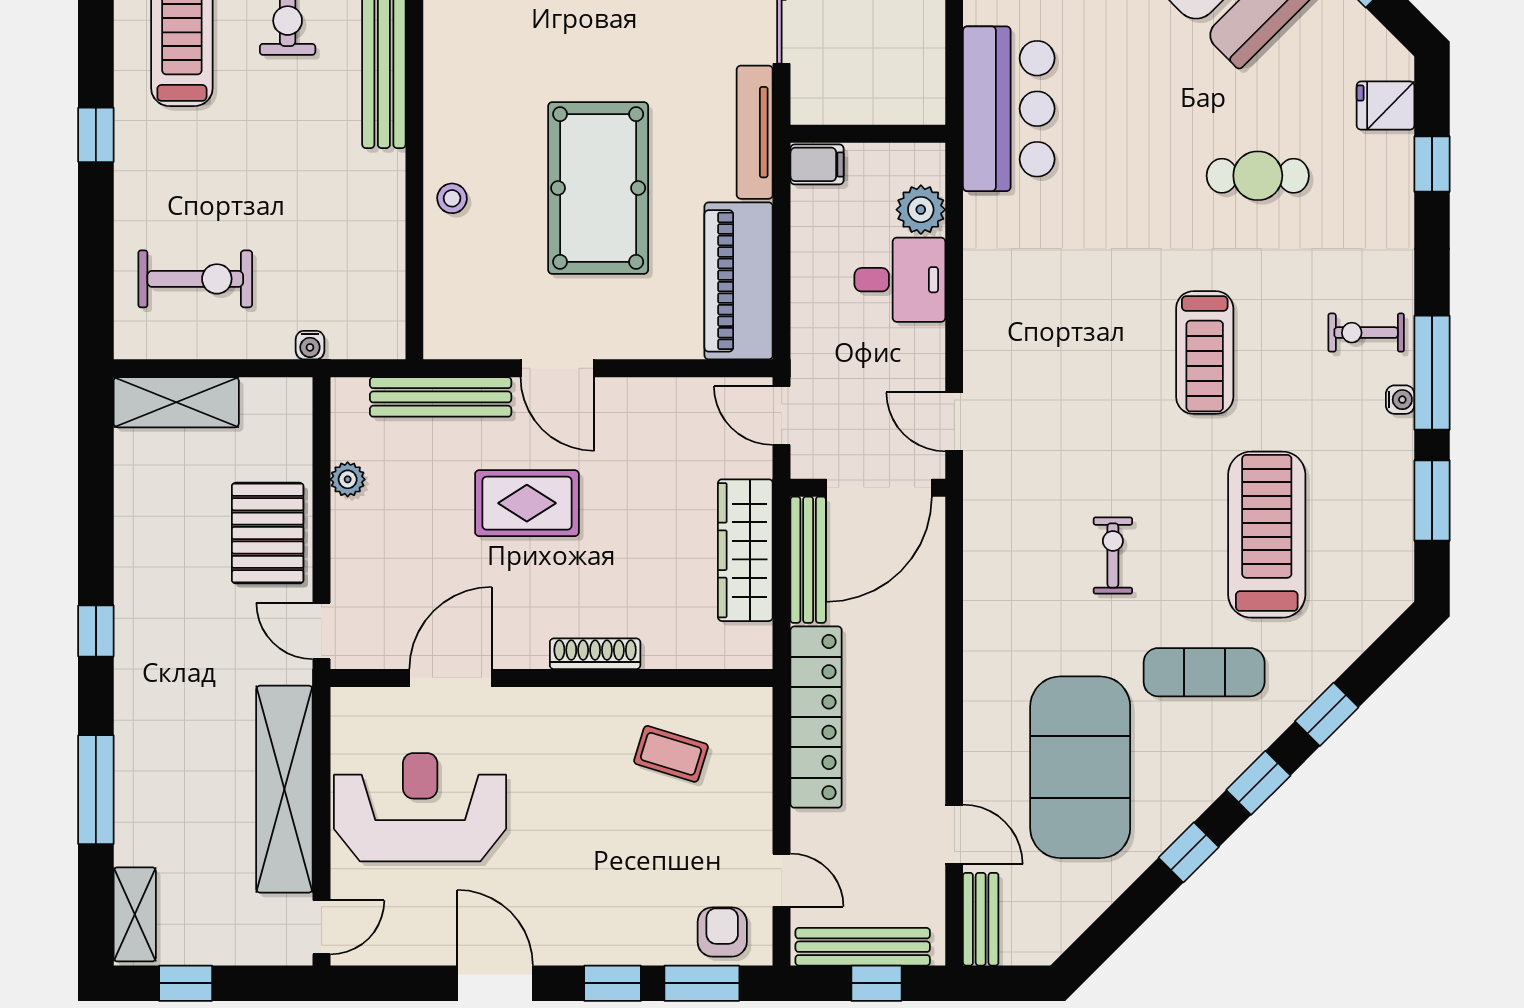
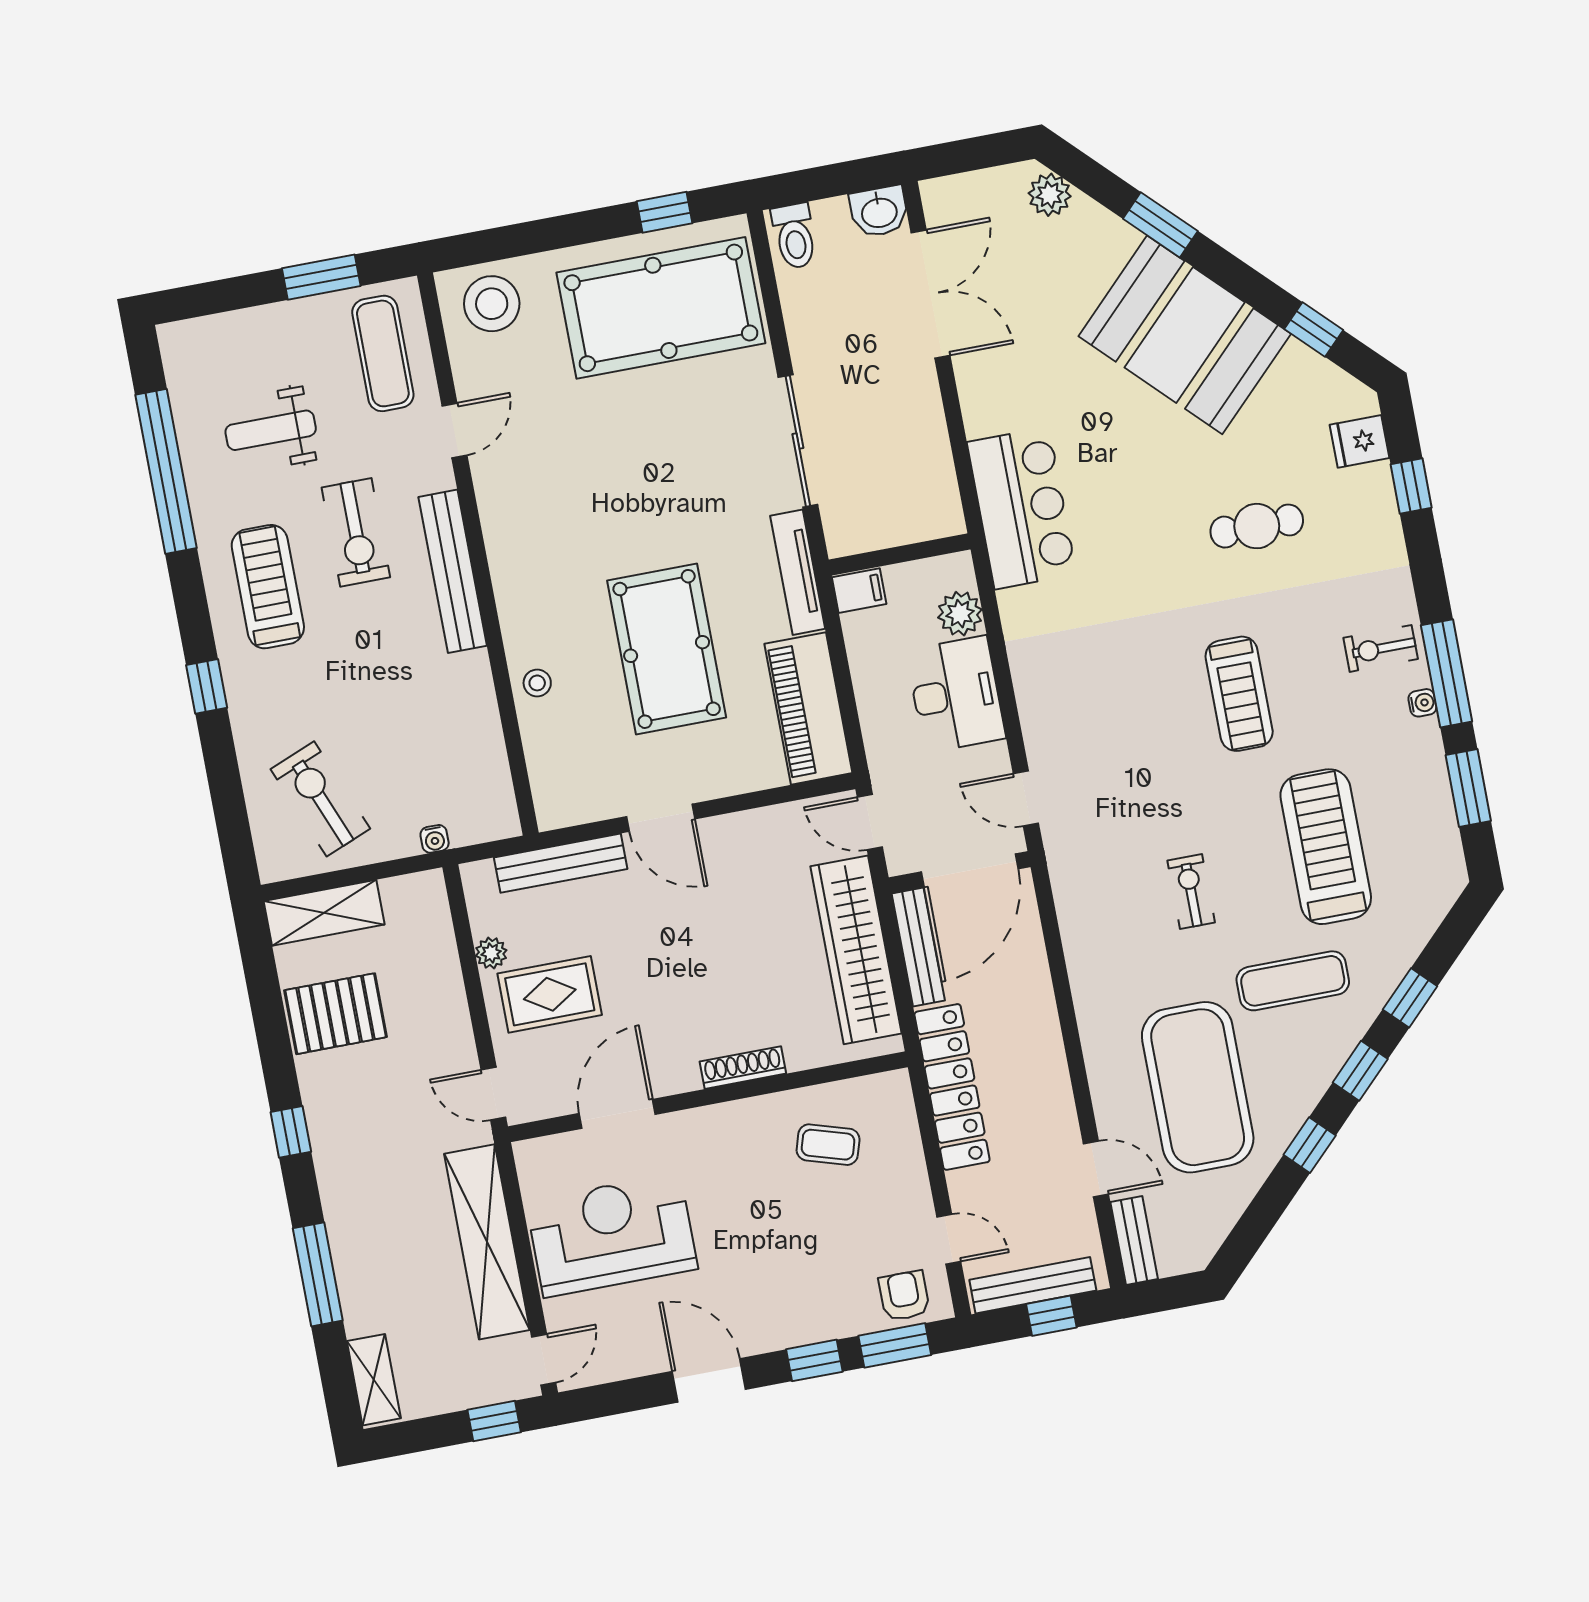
exercise bike: (195, 279) -> (320, 799), turned -112
desk: (900, 280) -> (956, 694), width x1.37
rug: (527, 503) -> (550, 994), moved
pallet: (268, 533) -> (336, 1014), moved, turned 90
wardrobe: (745, 550) -> (856, 950), width x1.40, depth x1.17
window: (186, 983) -> (494, 1421), moved

